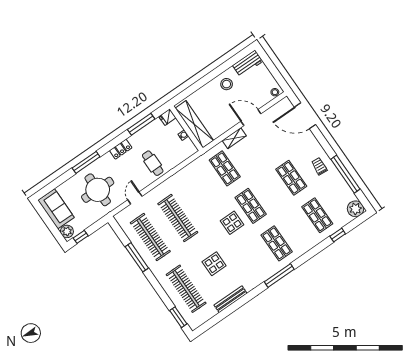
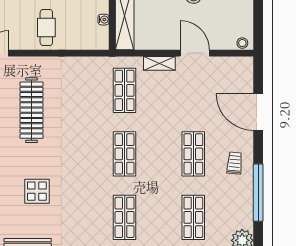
door: (305, 116) -> (258, 112), moved
display table: (232, 223) -> (90, 158), removed

